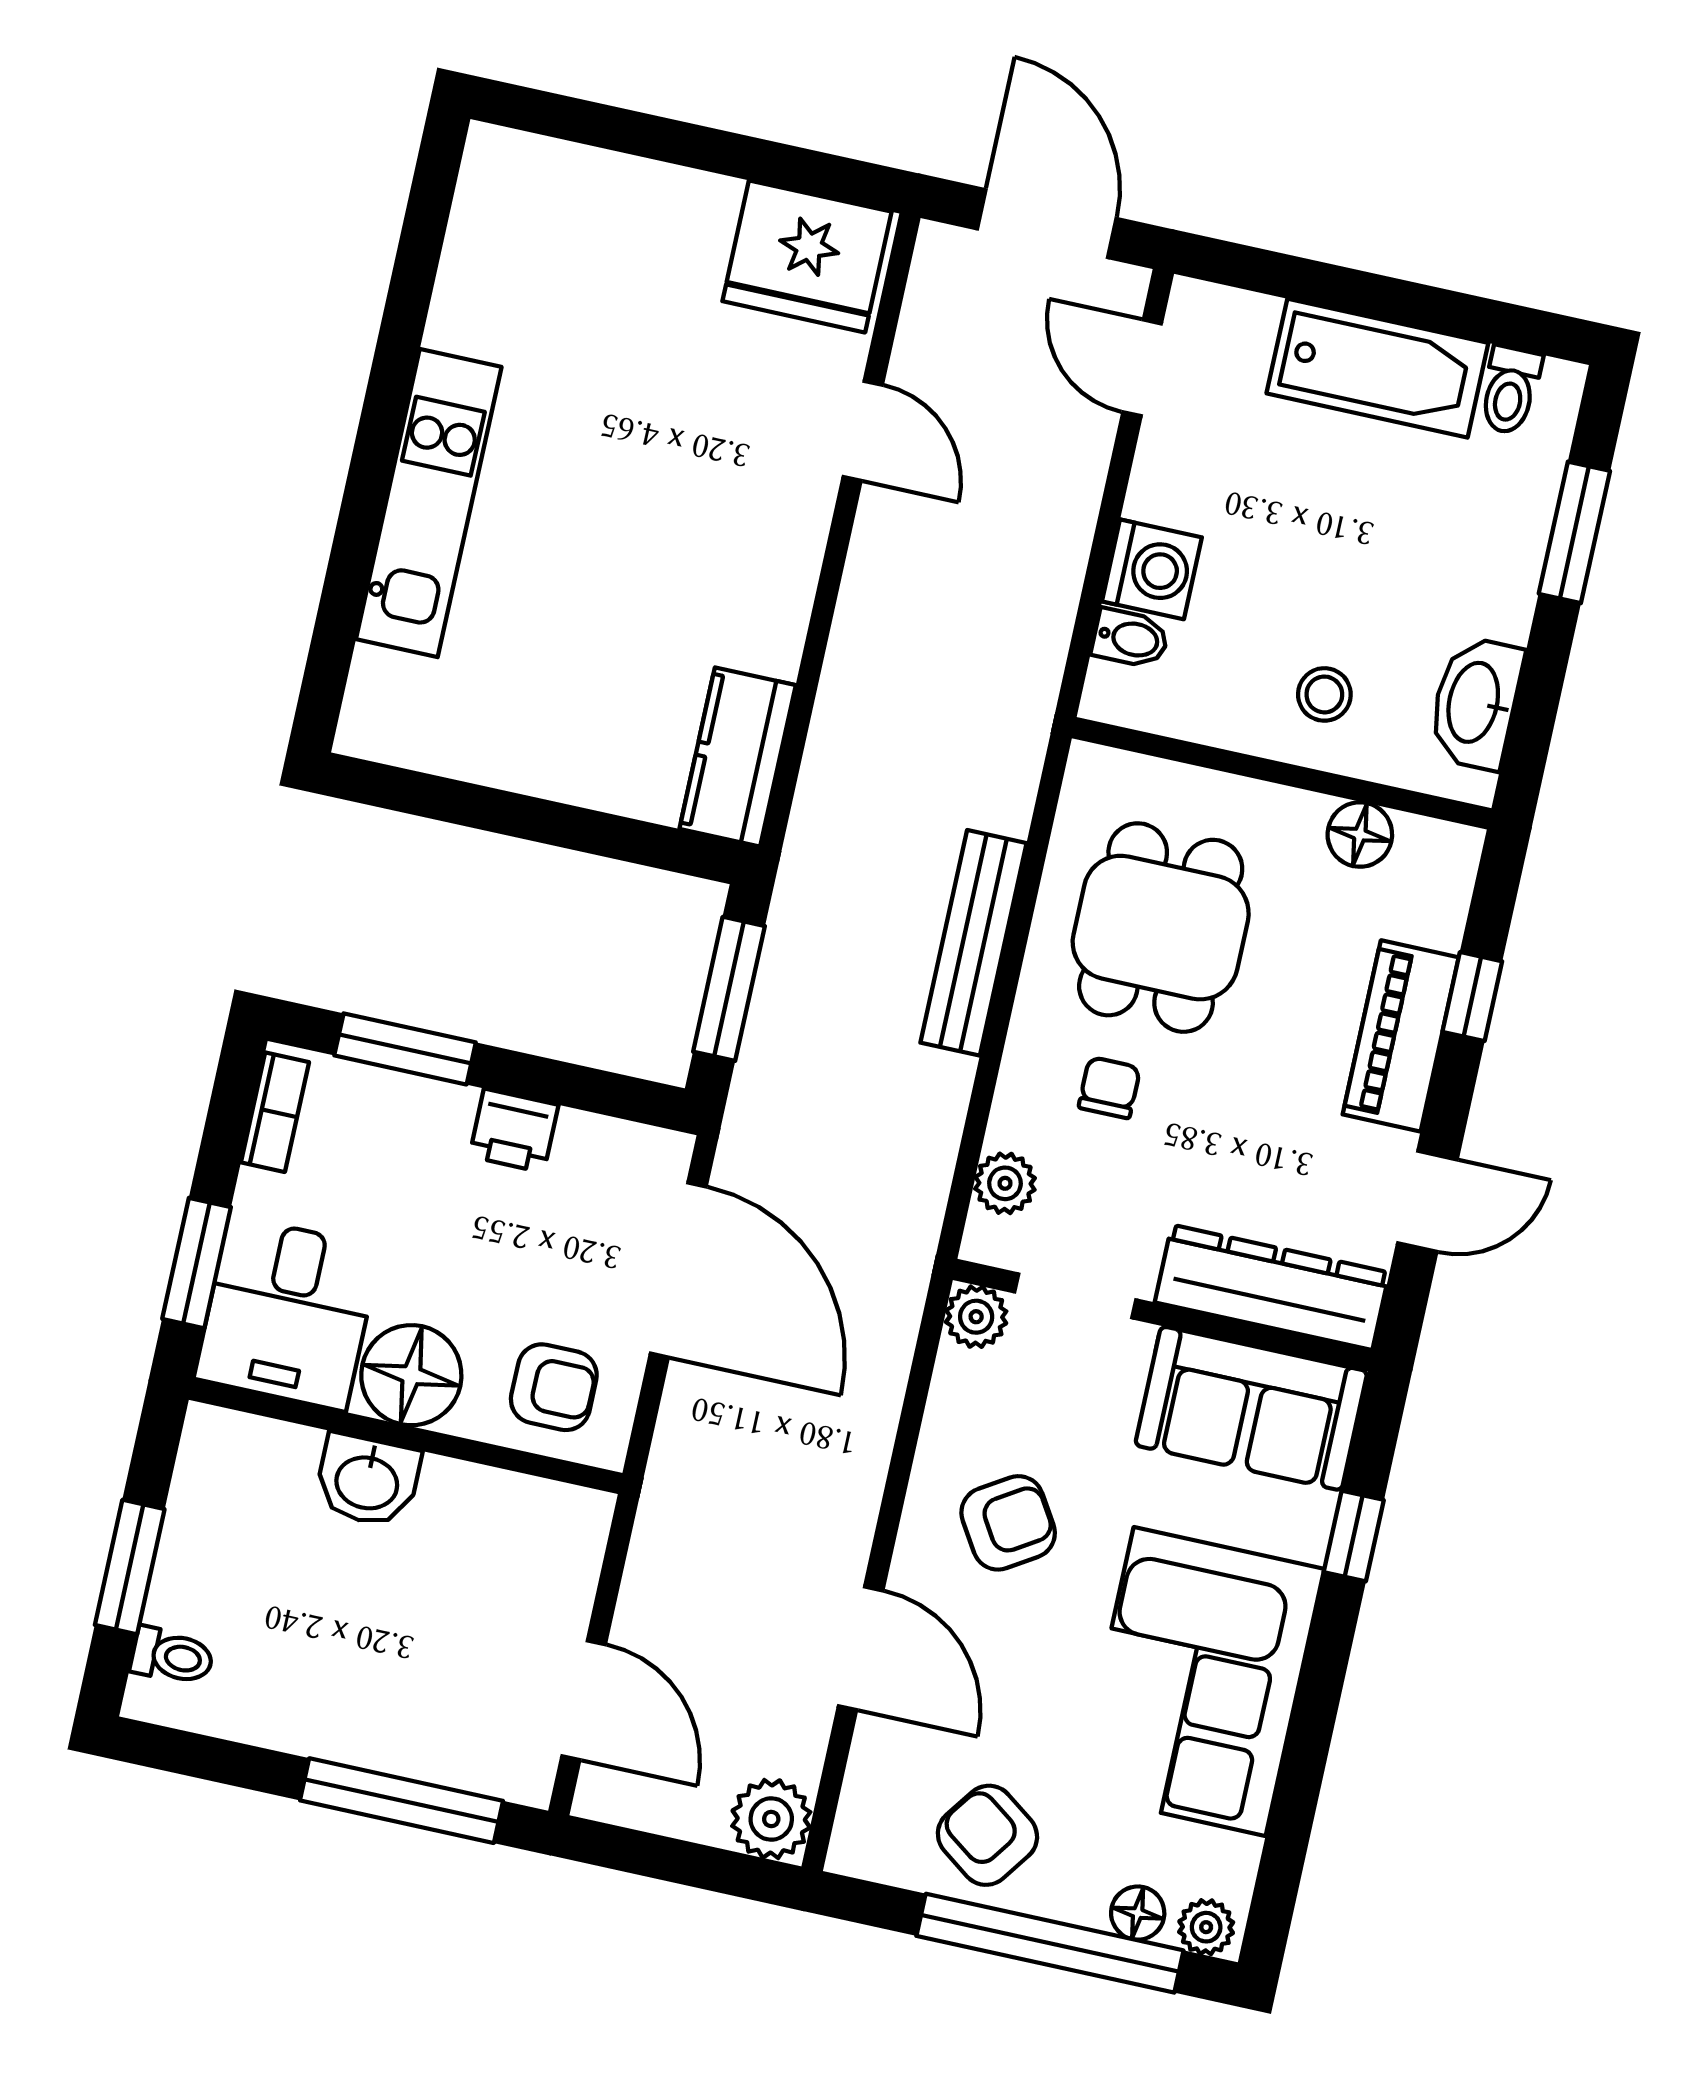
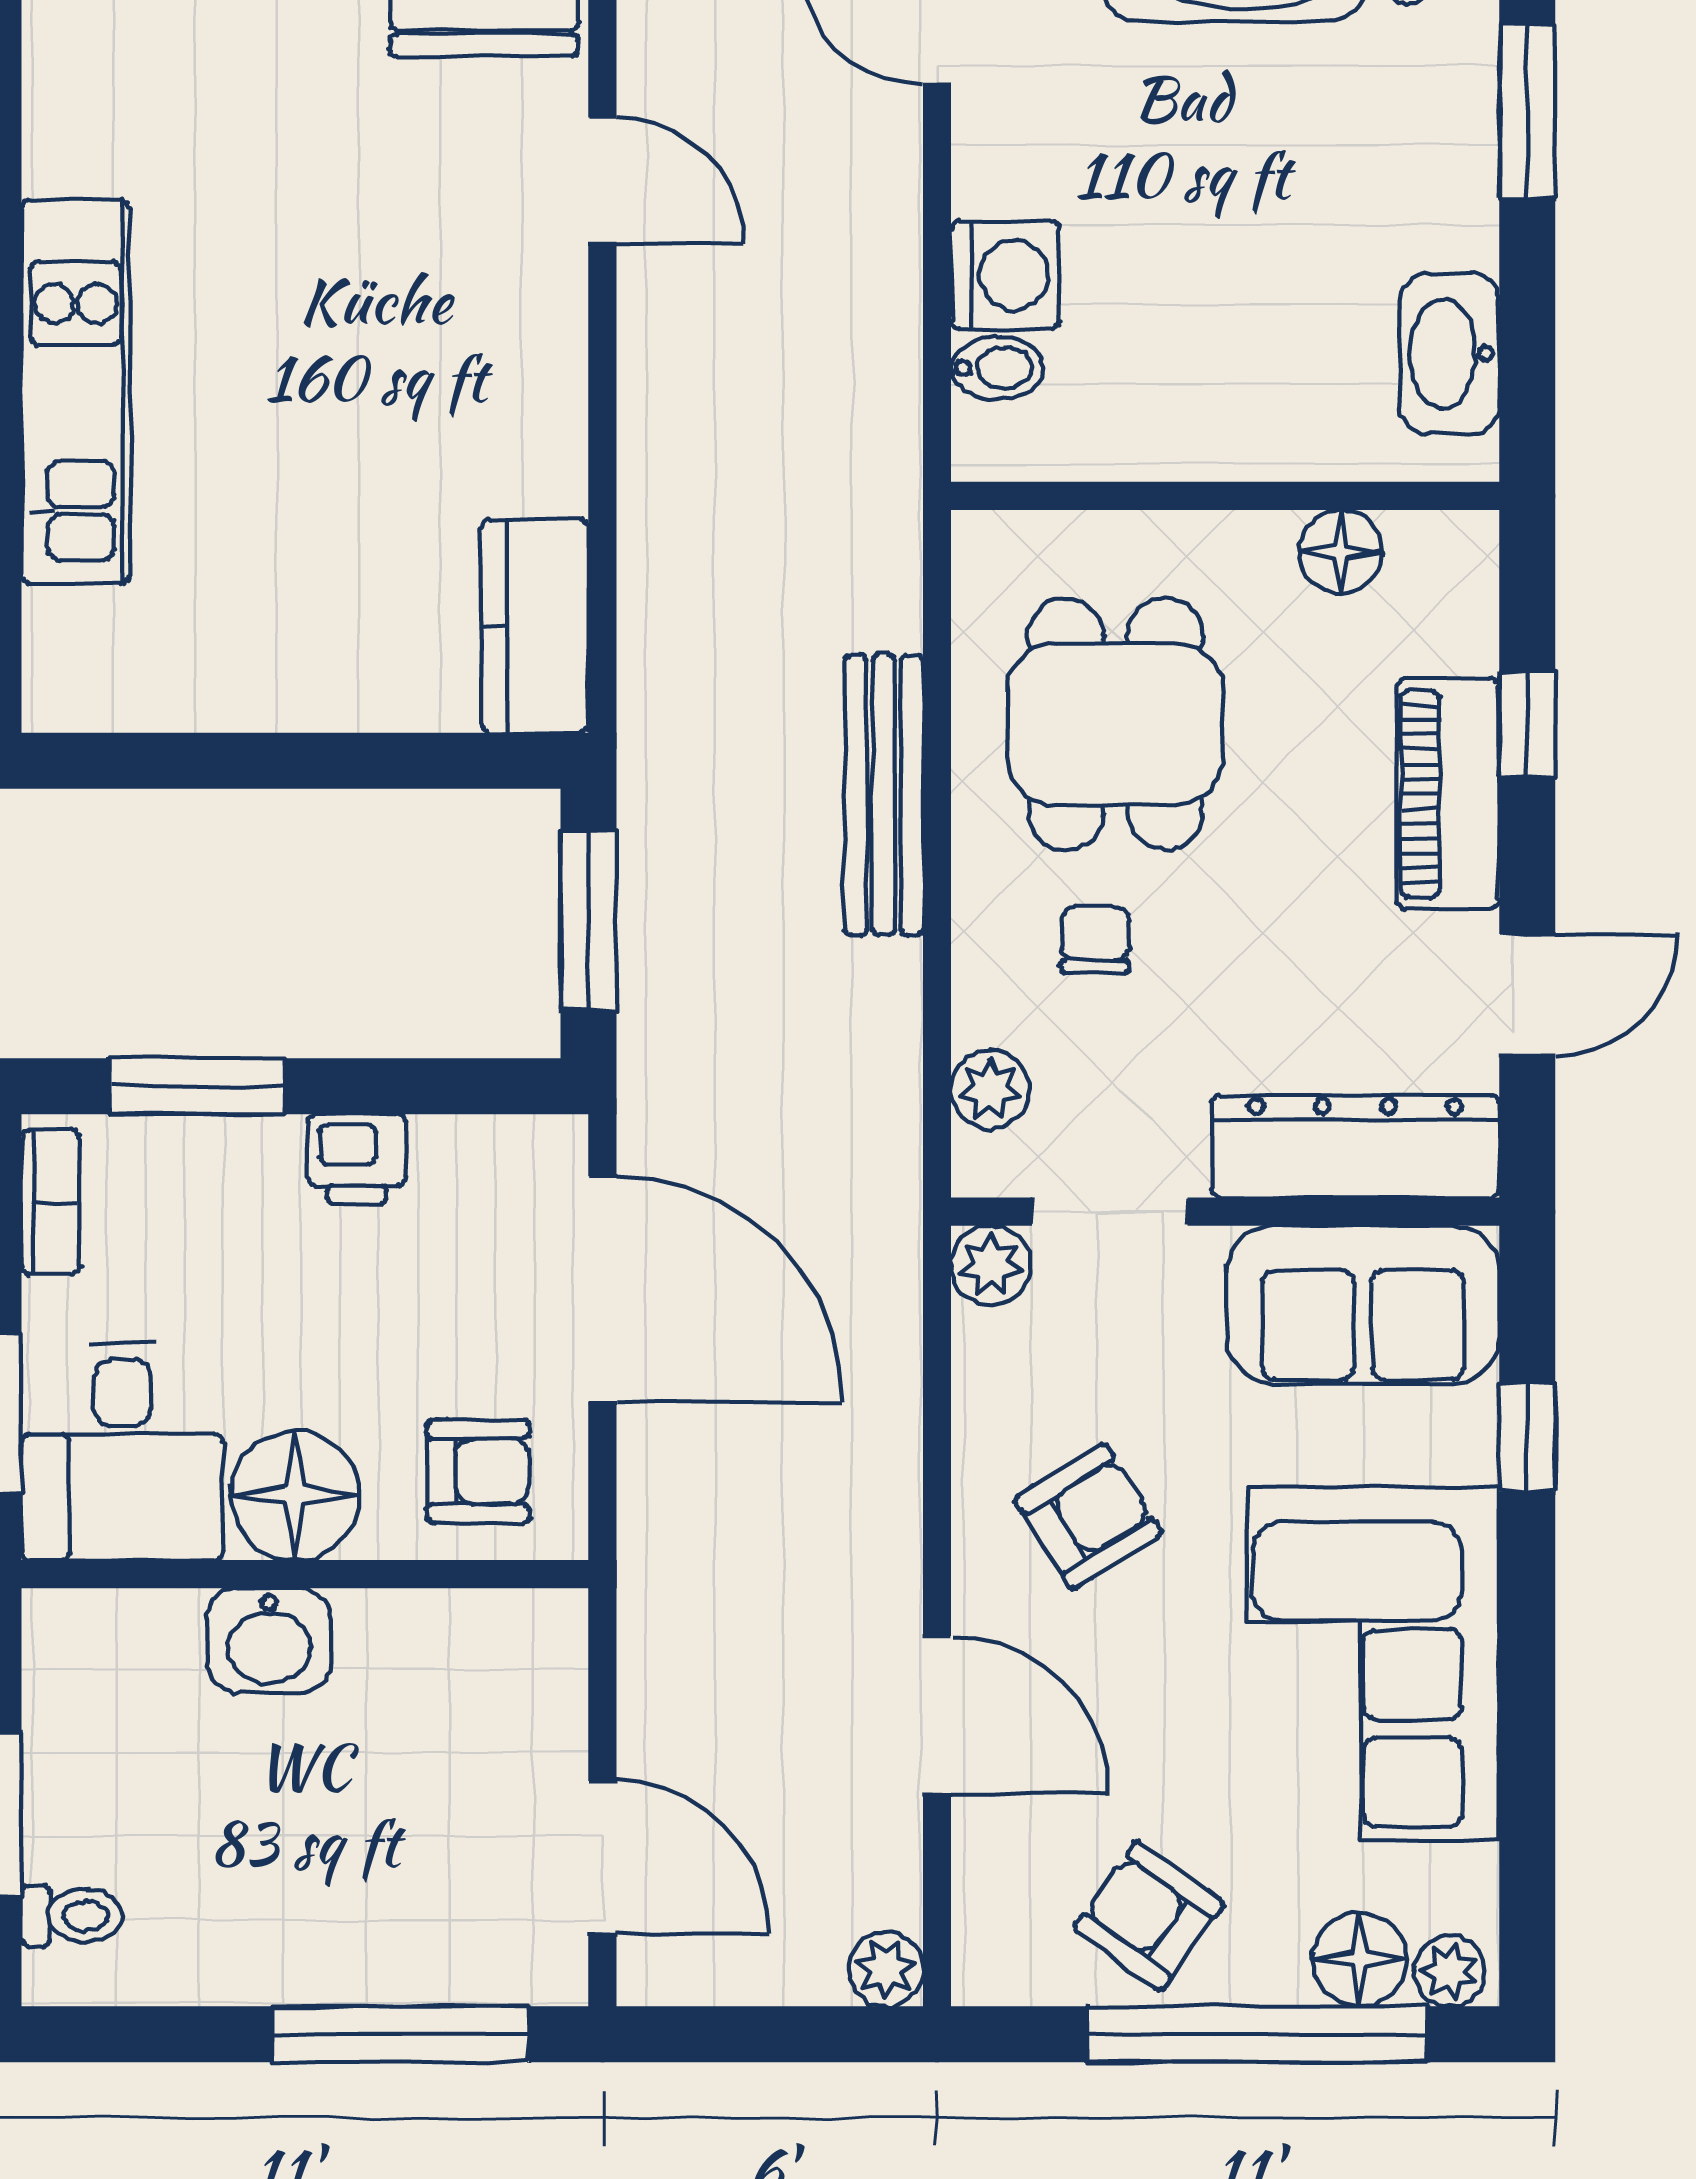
stool: (1324, 694) -> (1257, 385), removed
plant: (771, 1819) -> (886, 1969), width x0.73, depth x0.73
floor lamp: (1138, 1913) -> (1360, 1959), width x1.37, depth x1.37

